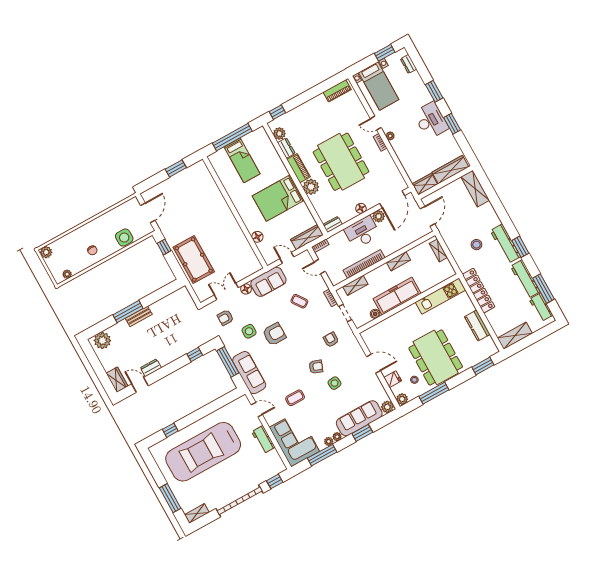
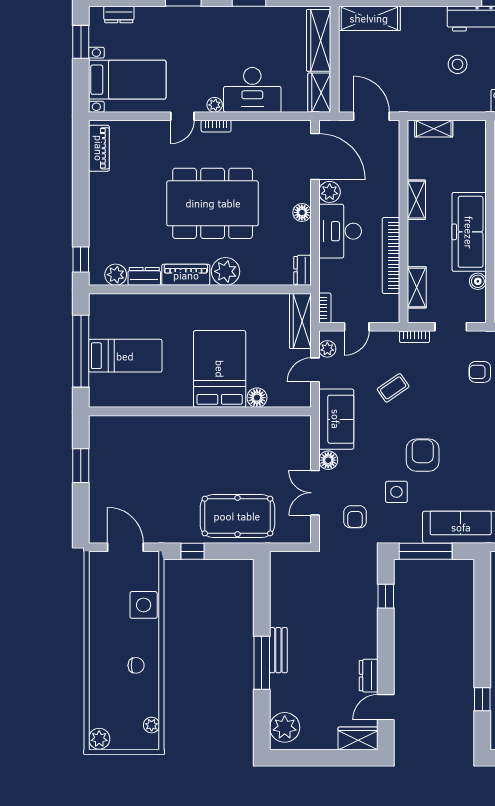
desk: (431, 121) -> (252, 90), moved, turned 180
bed: (278, 198) -> (220, 369), moved, turned 180
plant: (301, 258) -> (327, 349), added

